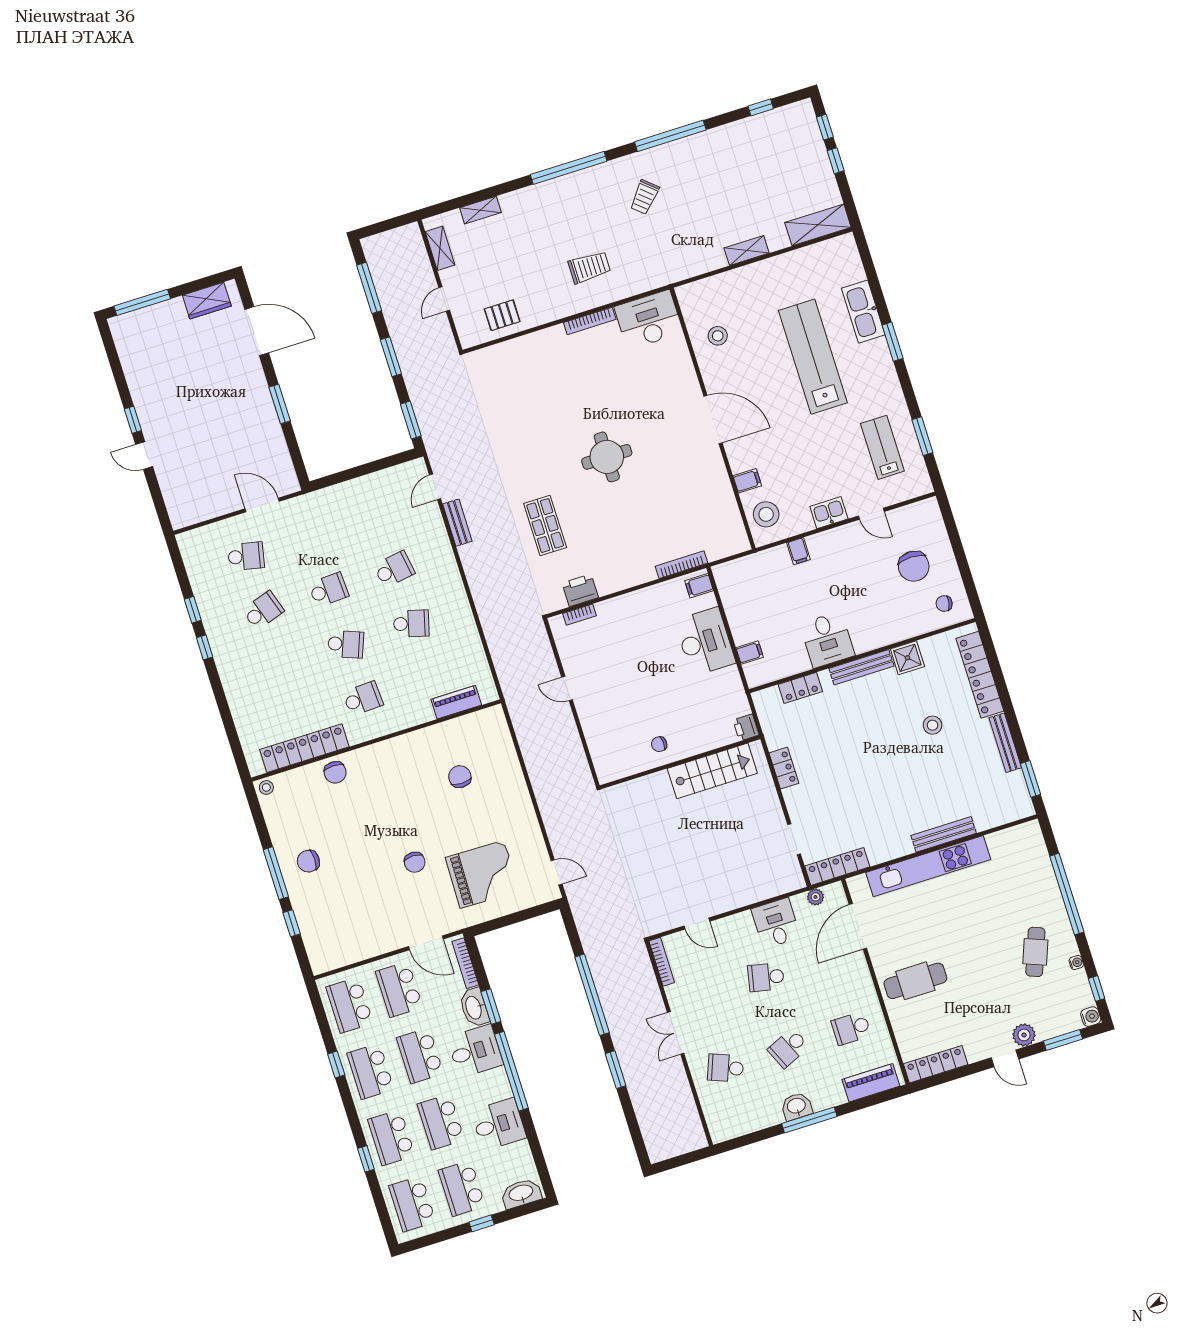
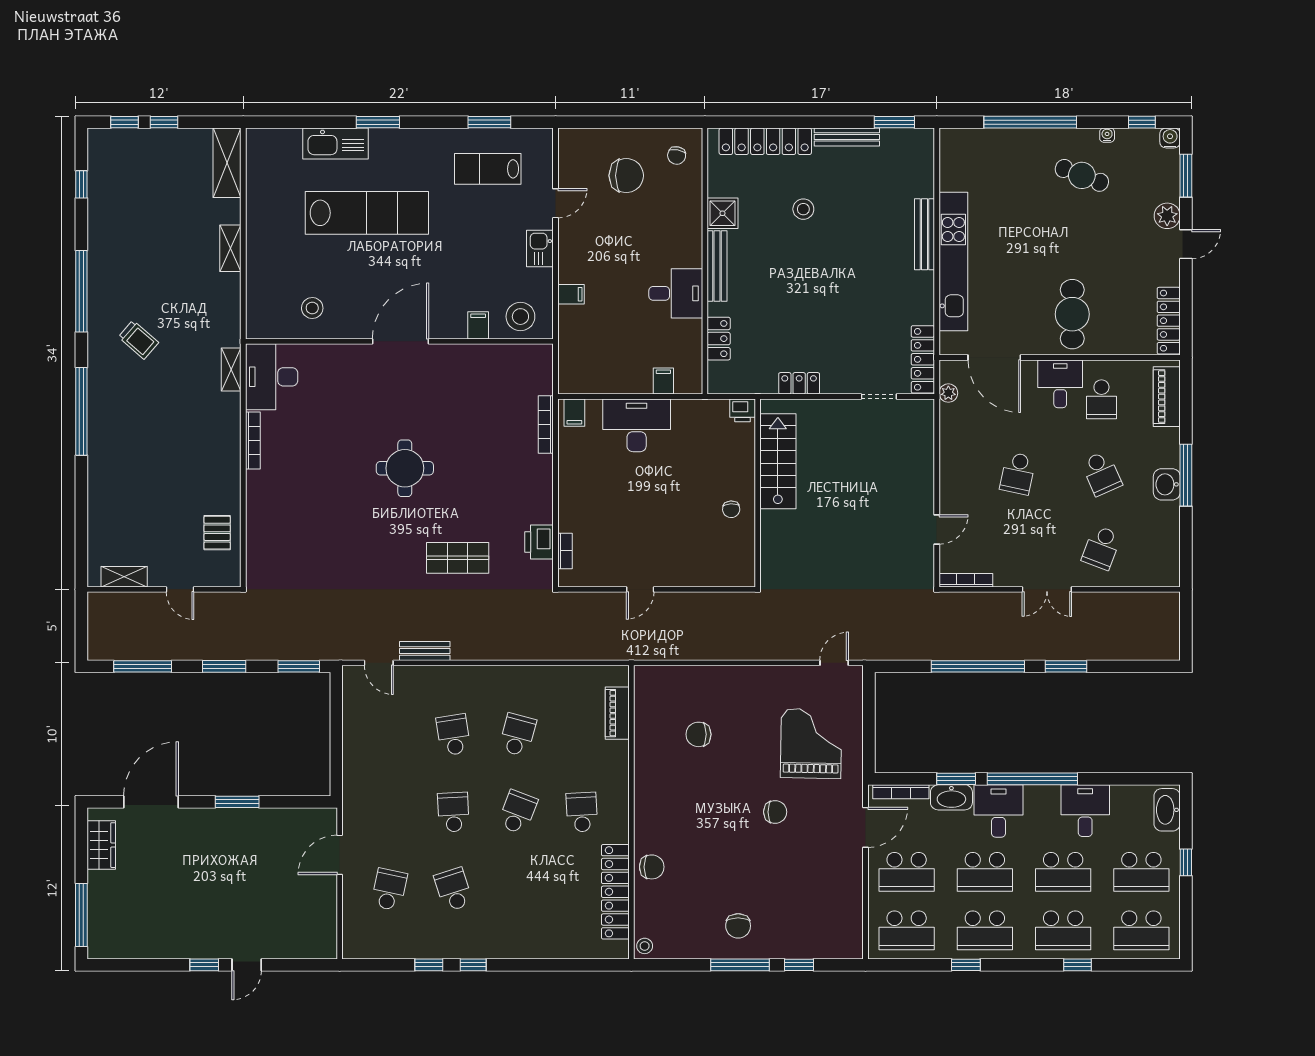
shelving: (480, 210) -> (231, 370), moved
trolley: (589, 267) -> (195, 423), removed
lab bench: (813, 357) -> (367, 213), turned 180
desk: (776, 923) -> (1060, 384), moved, turned 90

